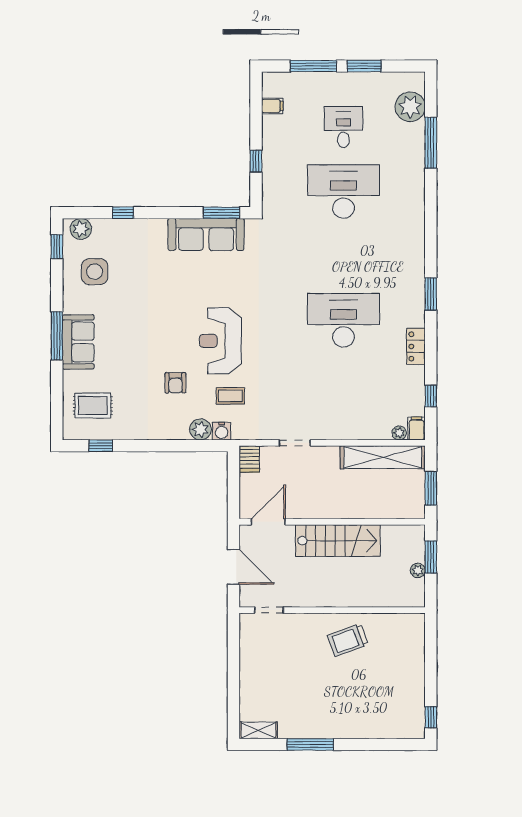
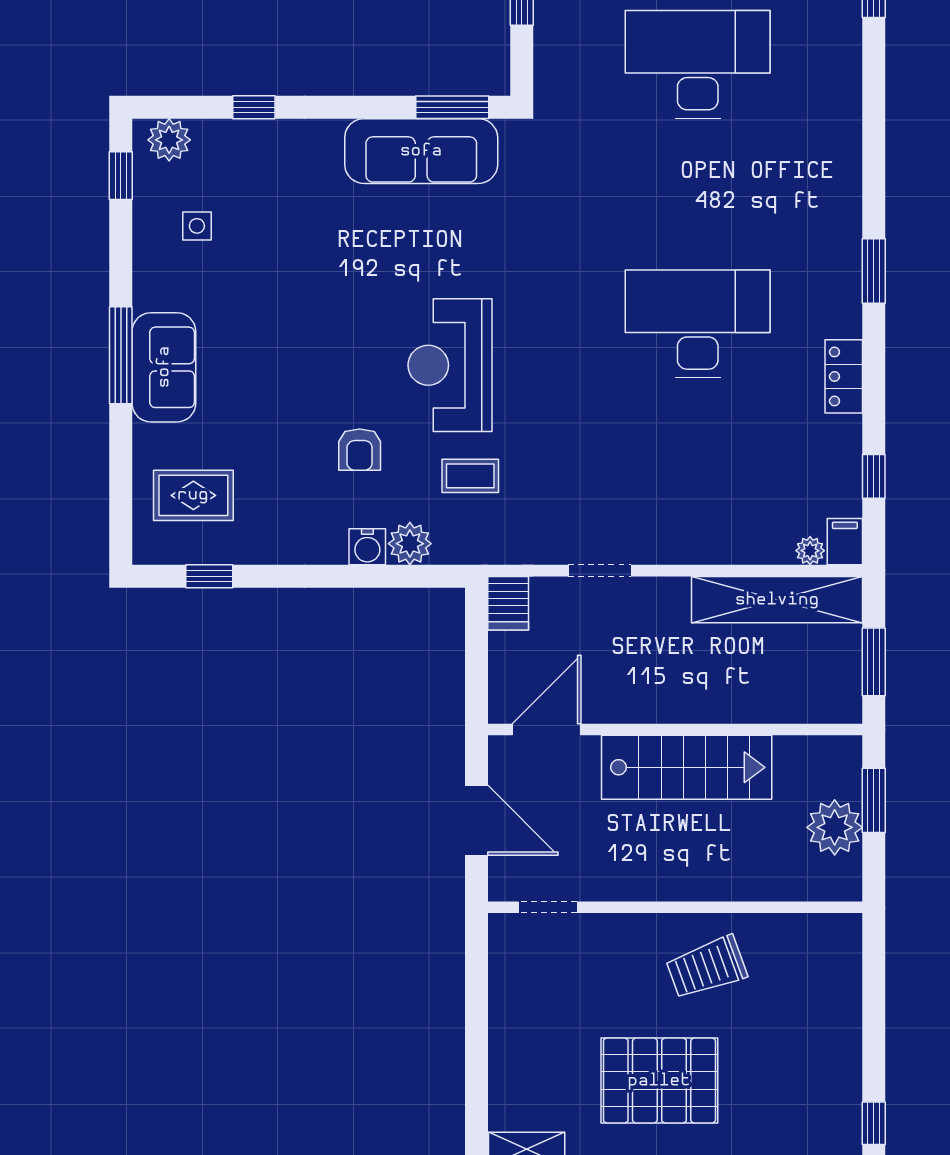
side table: (95, 272) -> (197, 226), width x0.54, depth x0.54
water cooler: (222, 431) -> (367, 547), moved
plant: (418, 570) -> (835, 827), width x1.87, depth x1.87
pallet: (324, 696) -> (659, 1081), added

